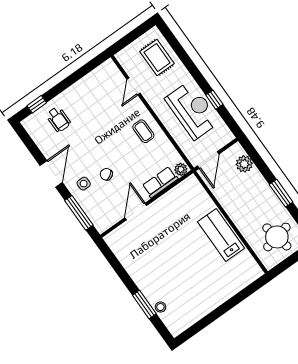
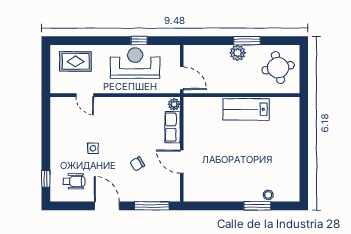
wheelchair: (58, 119) -> (74, 181), moved
coffee table: (143, 131) -> (125, 112), removed
plant: (244, 164) -> (238, 53), moved
side table: (84, 184) -> (93, 148), moved

